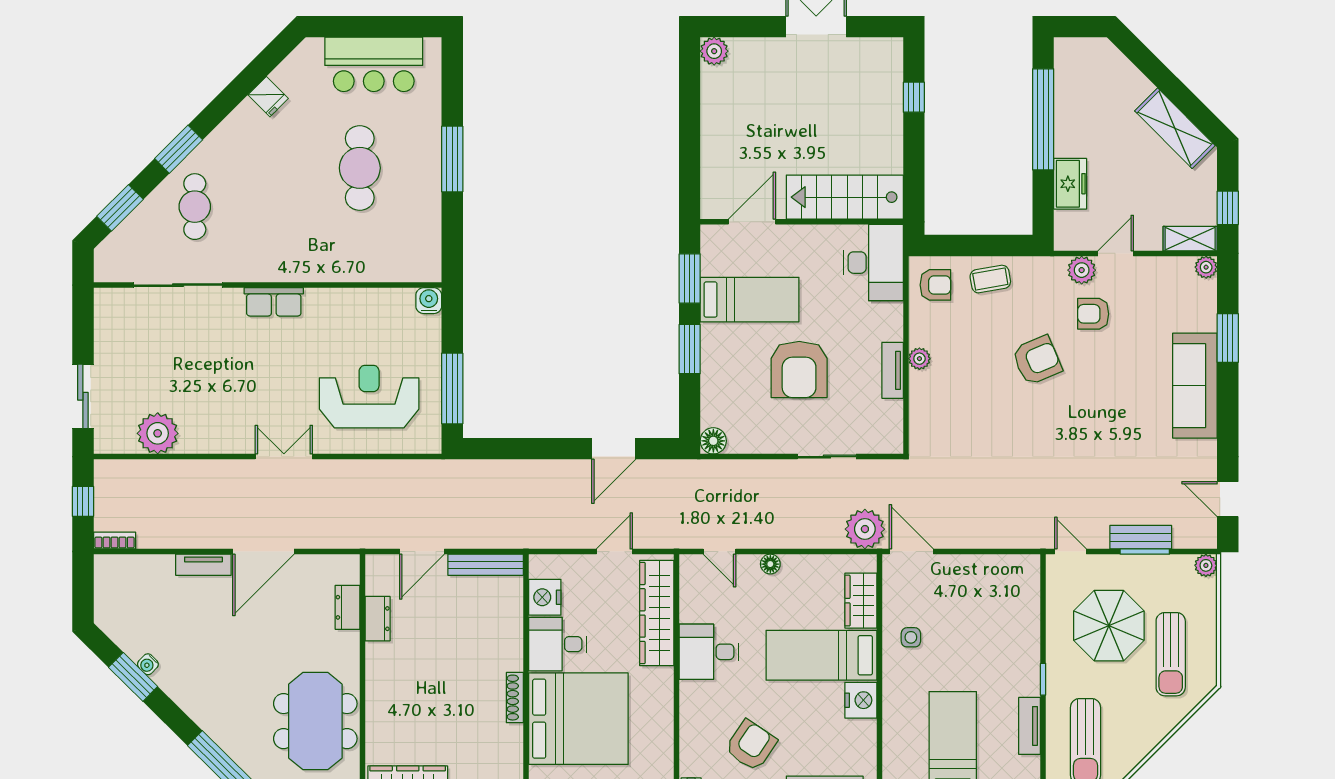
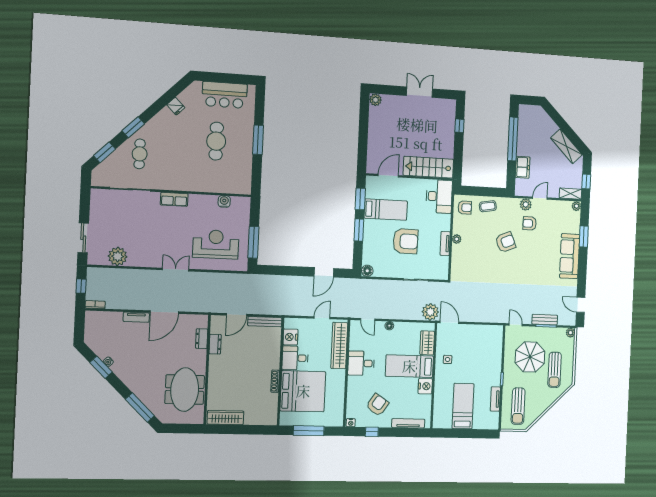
water cooler: (429, 301) -> (224, 201), moved
armchair: (799, 370) -> (405, 241), turned -89

